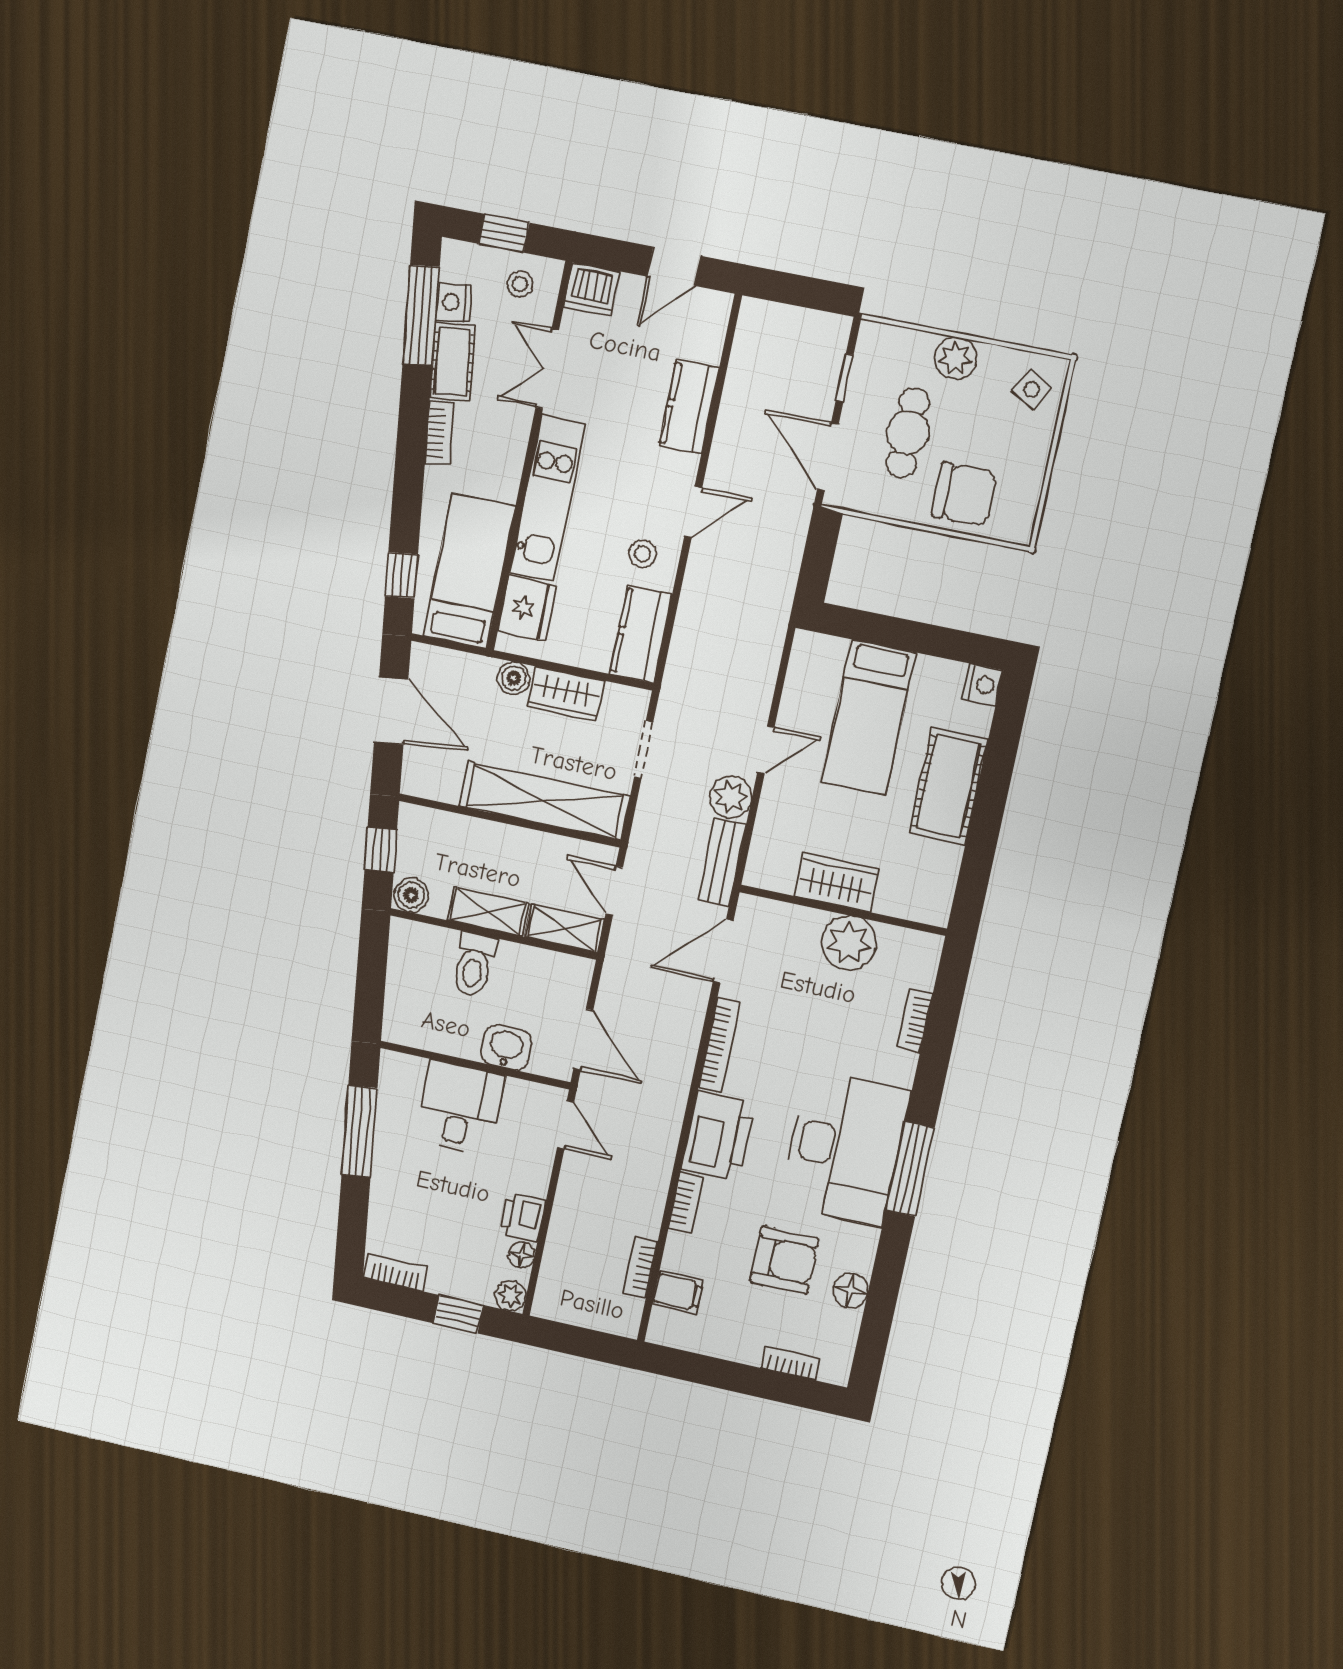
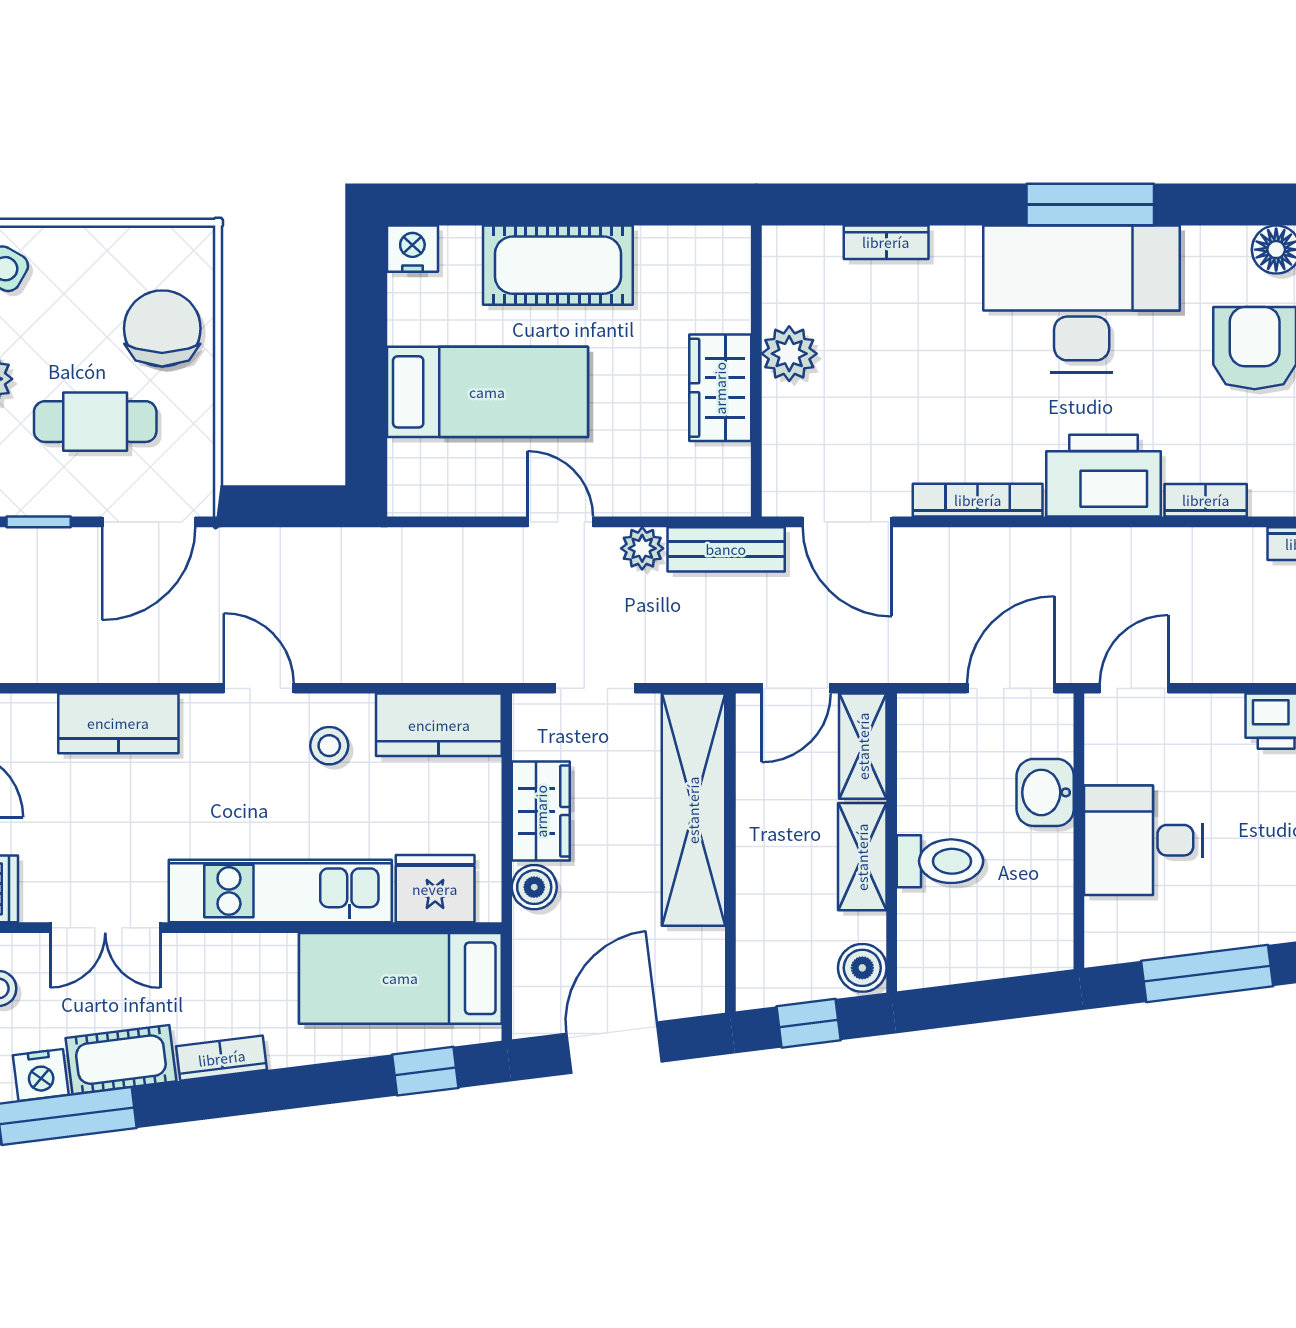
plant: (731, 797) -> (642, 548), width x0.73, depth x0.73
plant: (849, 943) -> (789, 354), width x0.73, depth x0.73

